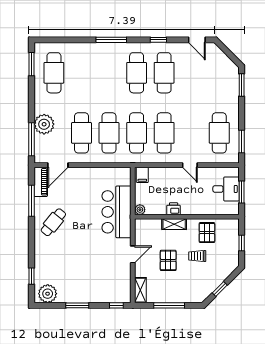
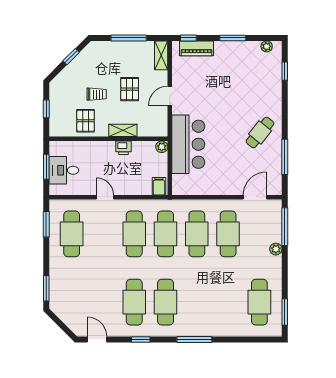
plant: (44, 124) -> (276, 249), width x0.53, depth x0.53
piano: (41, 182) -> (196, 48), moved, turned -90
plant: (48, 294) -> (267, 46), width x0.53, depth x0.53

